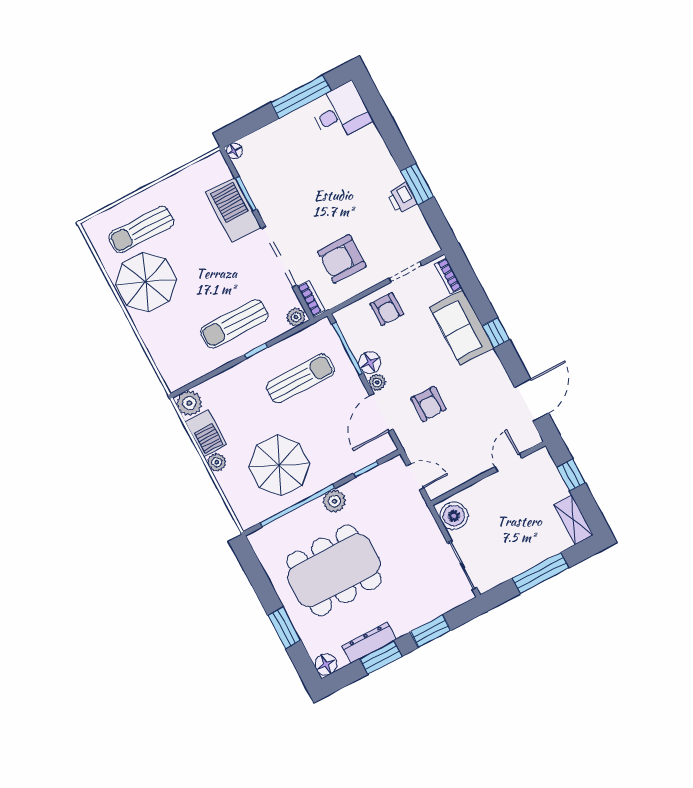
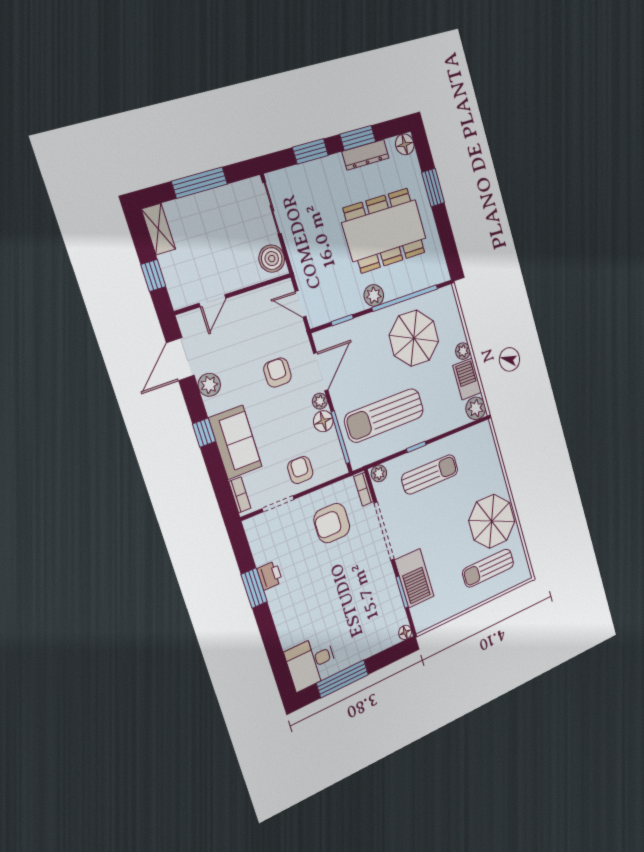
sun lounger: (141, 229) -> (488, 568), turned 180
armchair: (342, 259) -> (332, 523), turned 180
sun lounger: (300, 379) -> (384, 415), width x1.36, depth x1.34
plant: (498, 380) -> (209, 385), added

